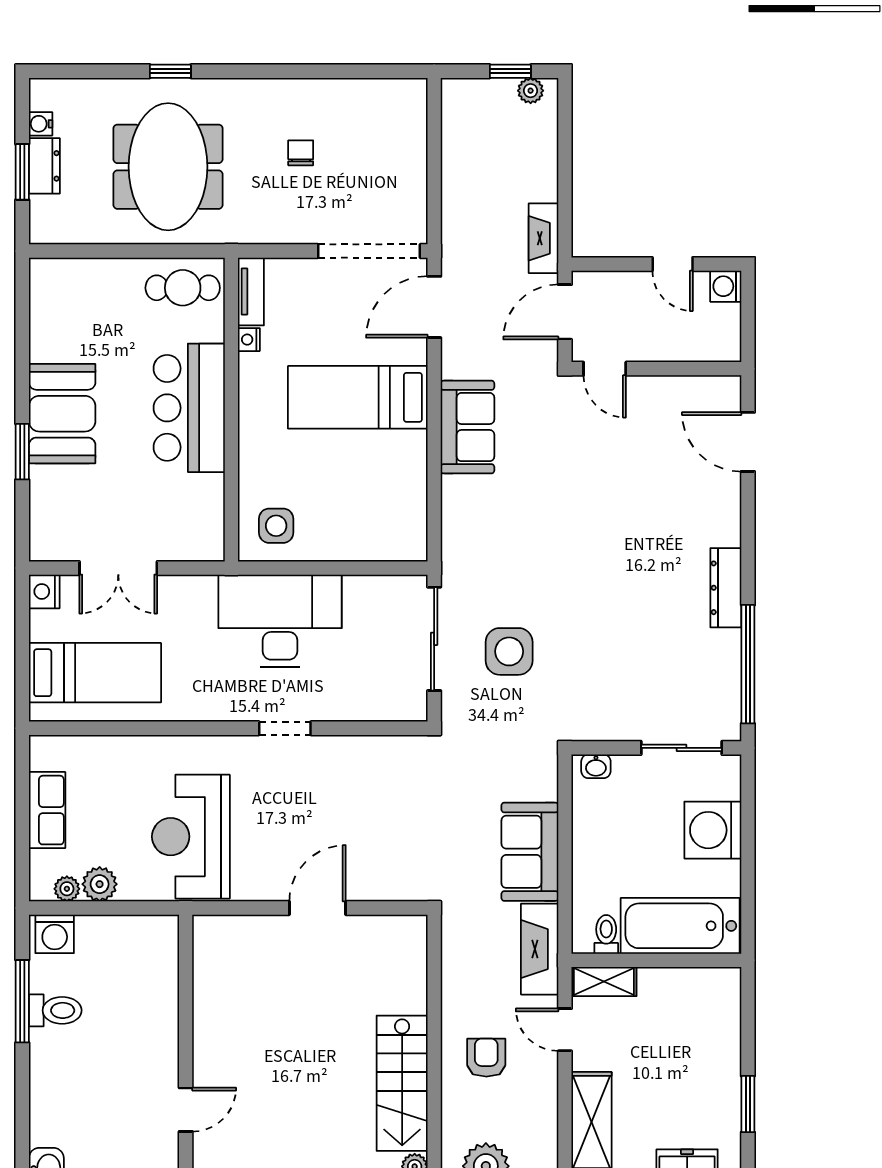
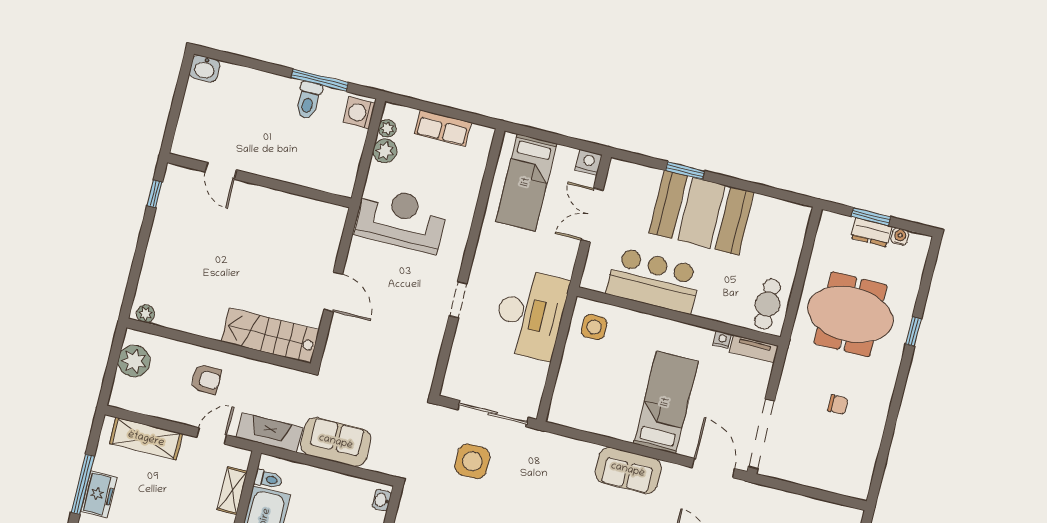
bar counter: (189, 408) -> (654, 281), moved
booth: (62, 414) -> (701, 213), width x1.36, depth x1.42
shelving: (604, 982) -> (232, 491), moved
stairs: (402, 1083) -> (270, 336), moved

